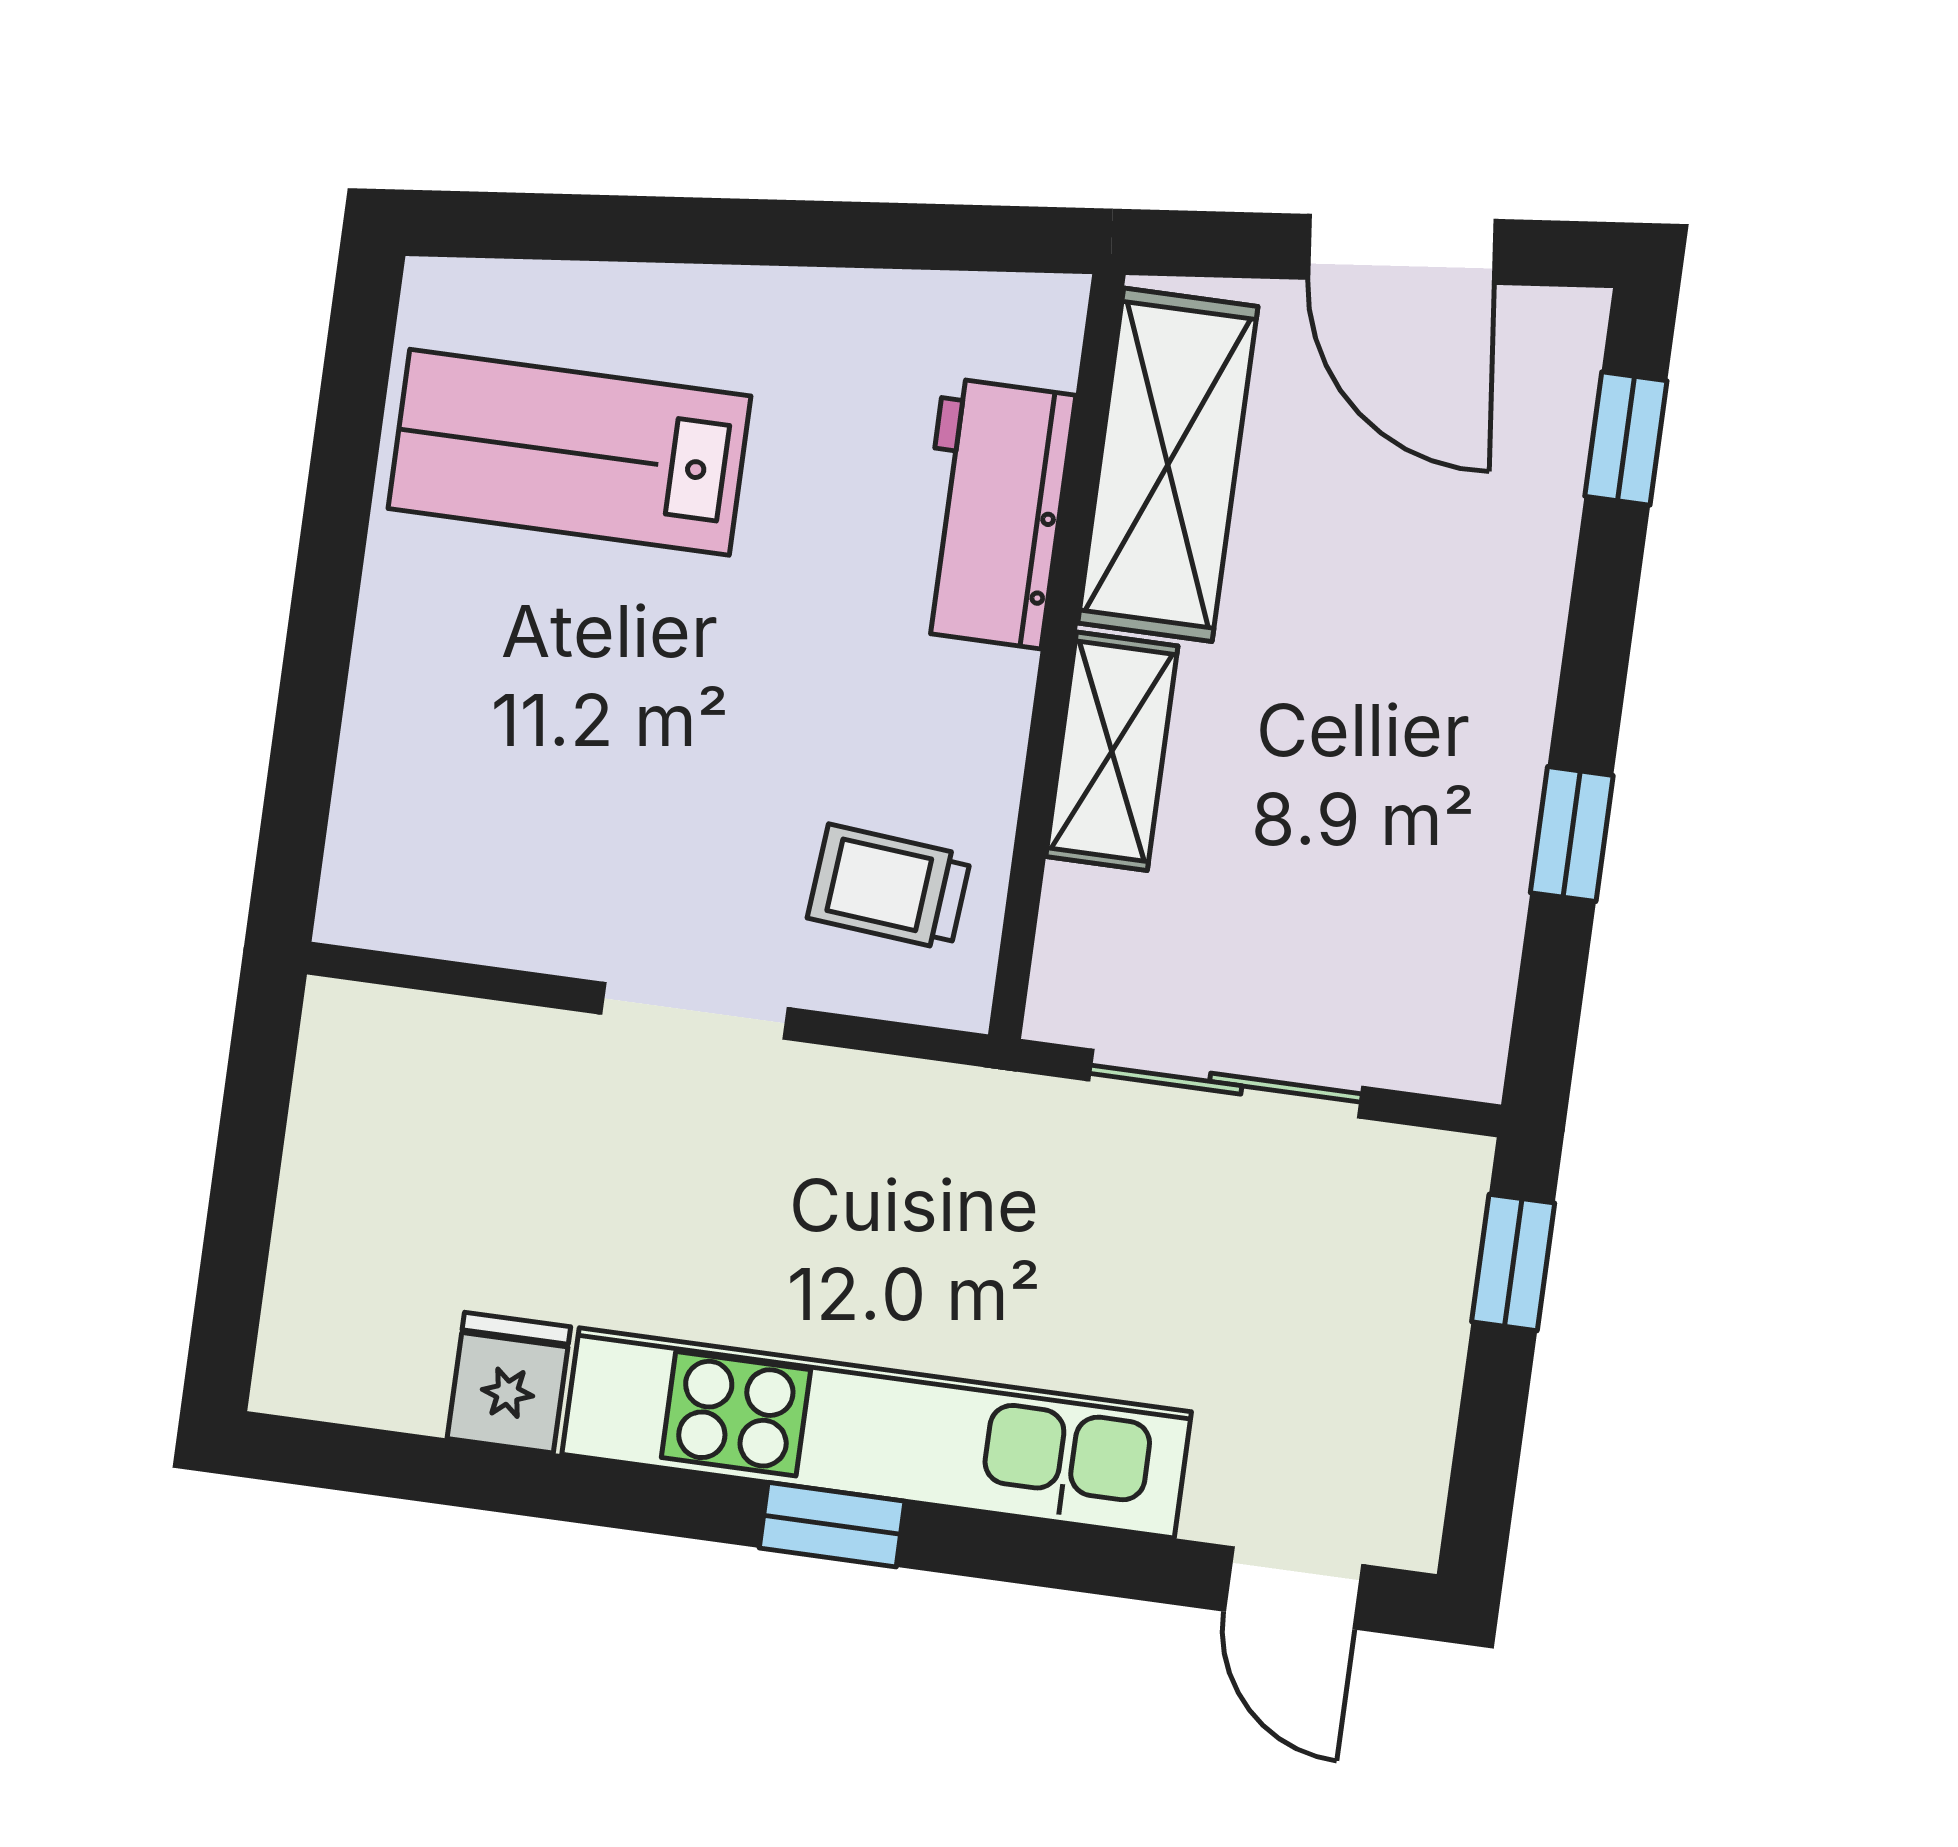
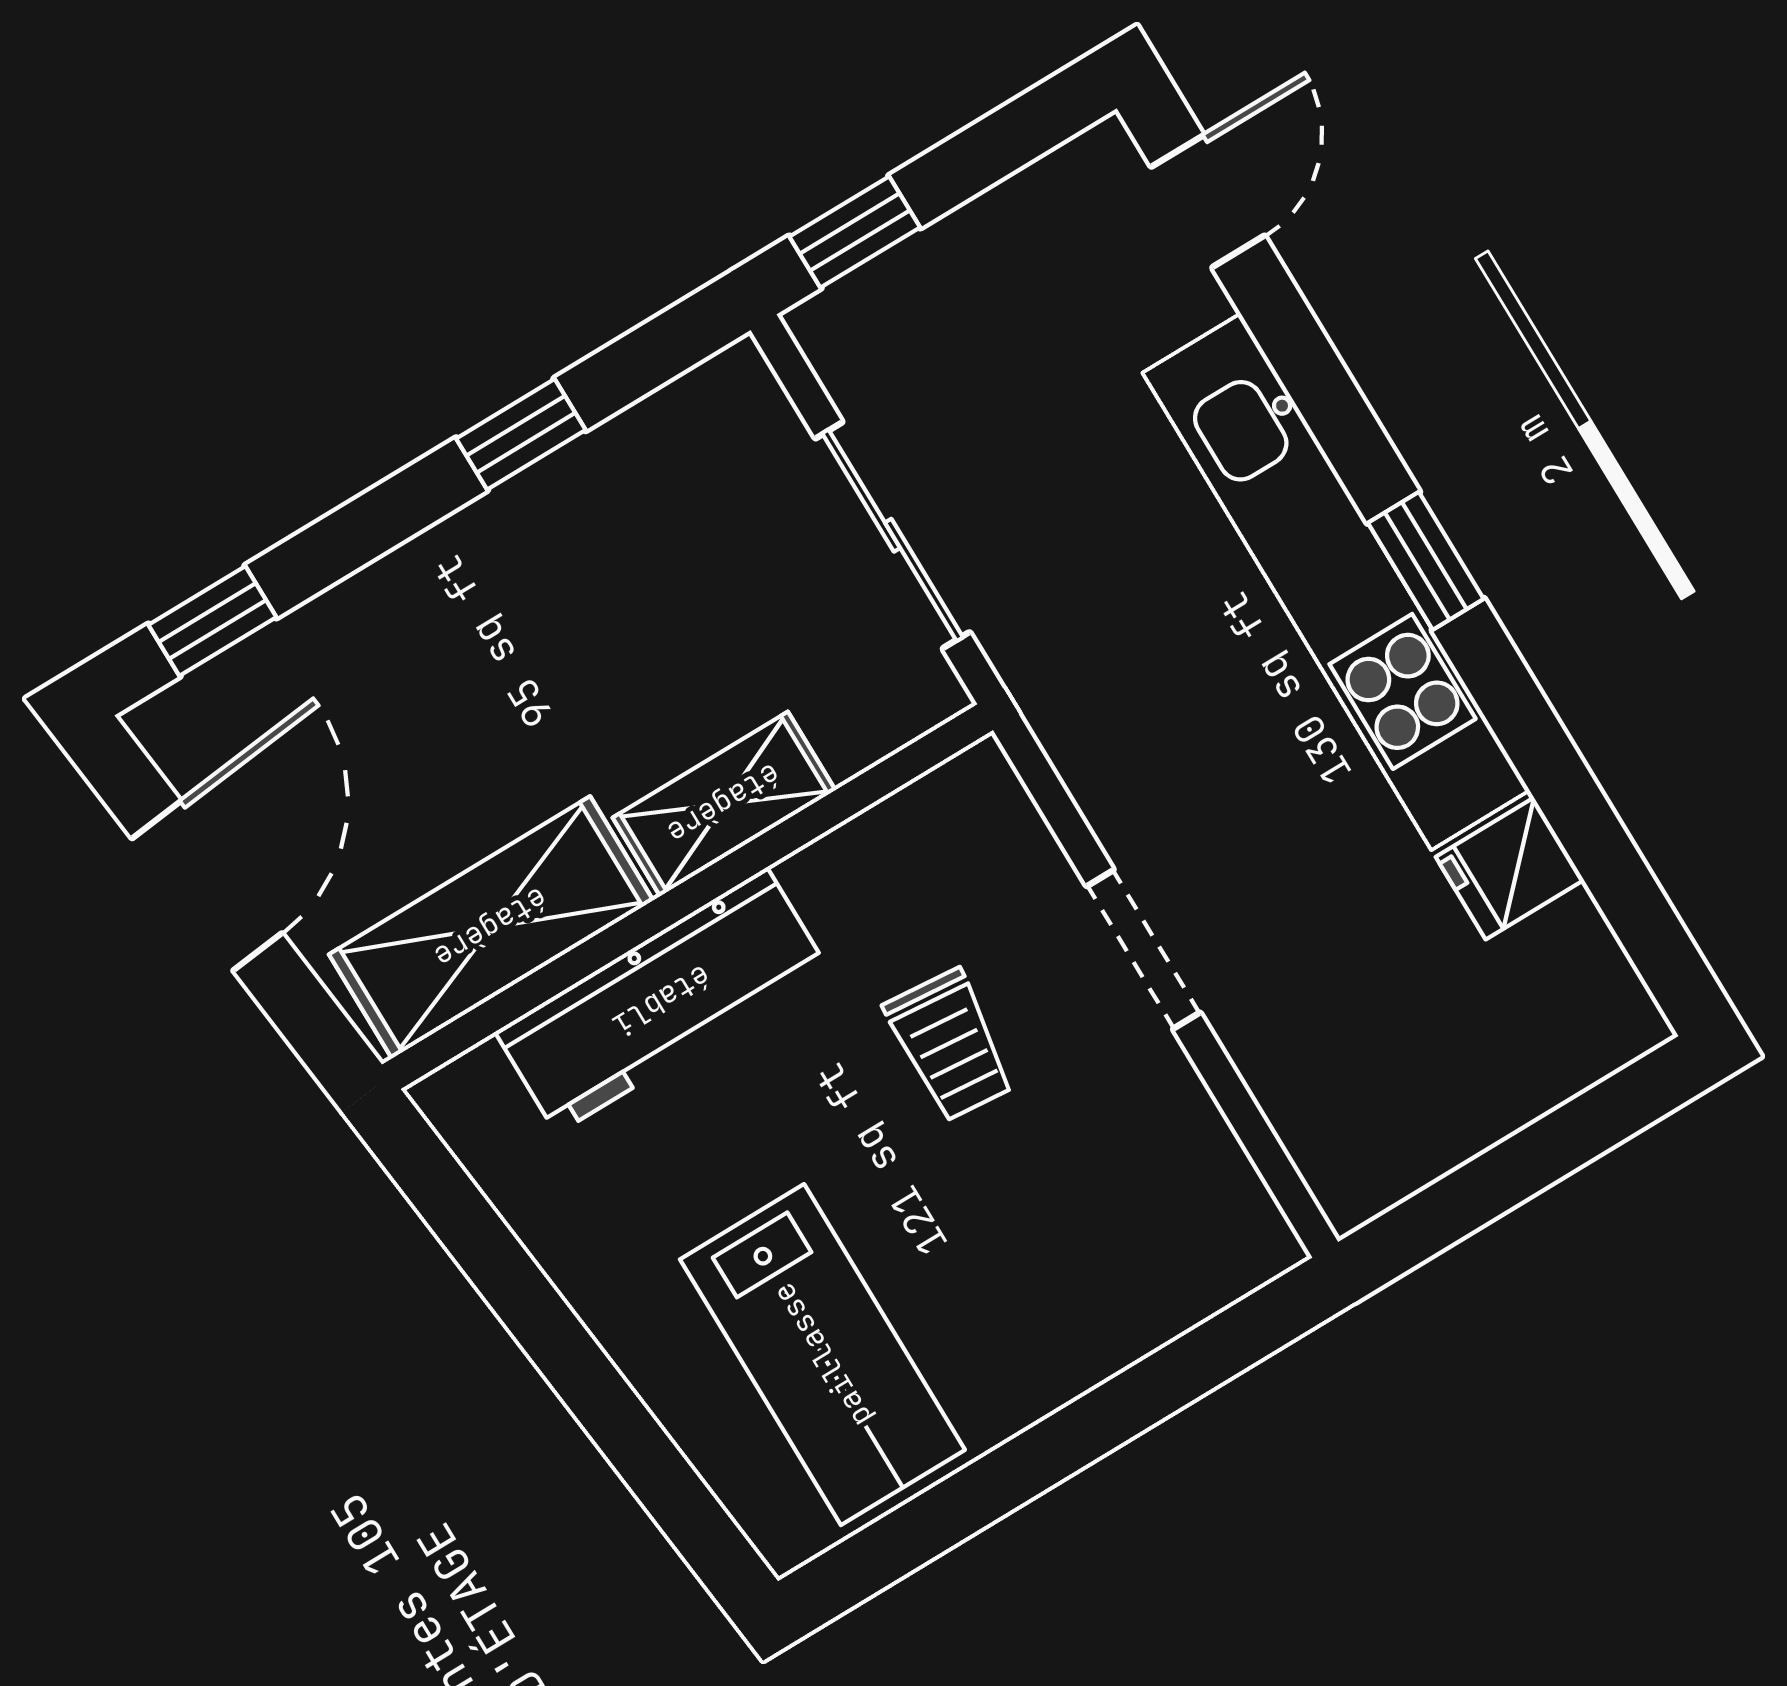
workbench: (993, 513) -> (662, 1001), width x1.38
trolley: (889, 887) -> (950, 1045), moved

